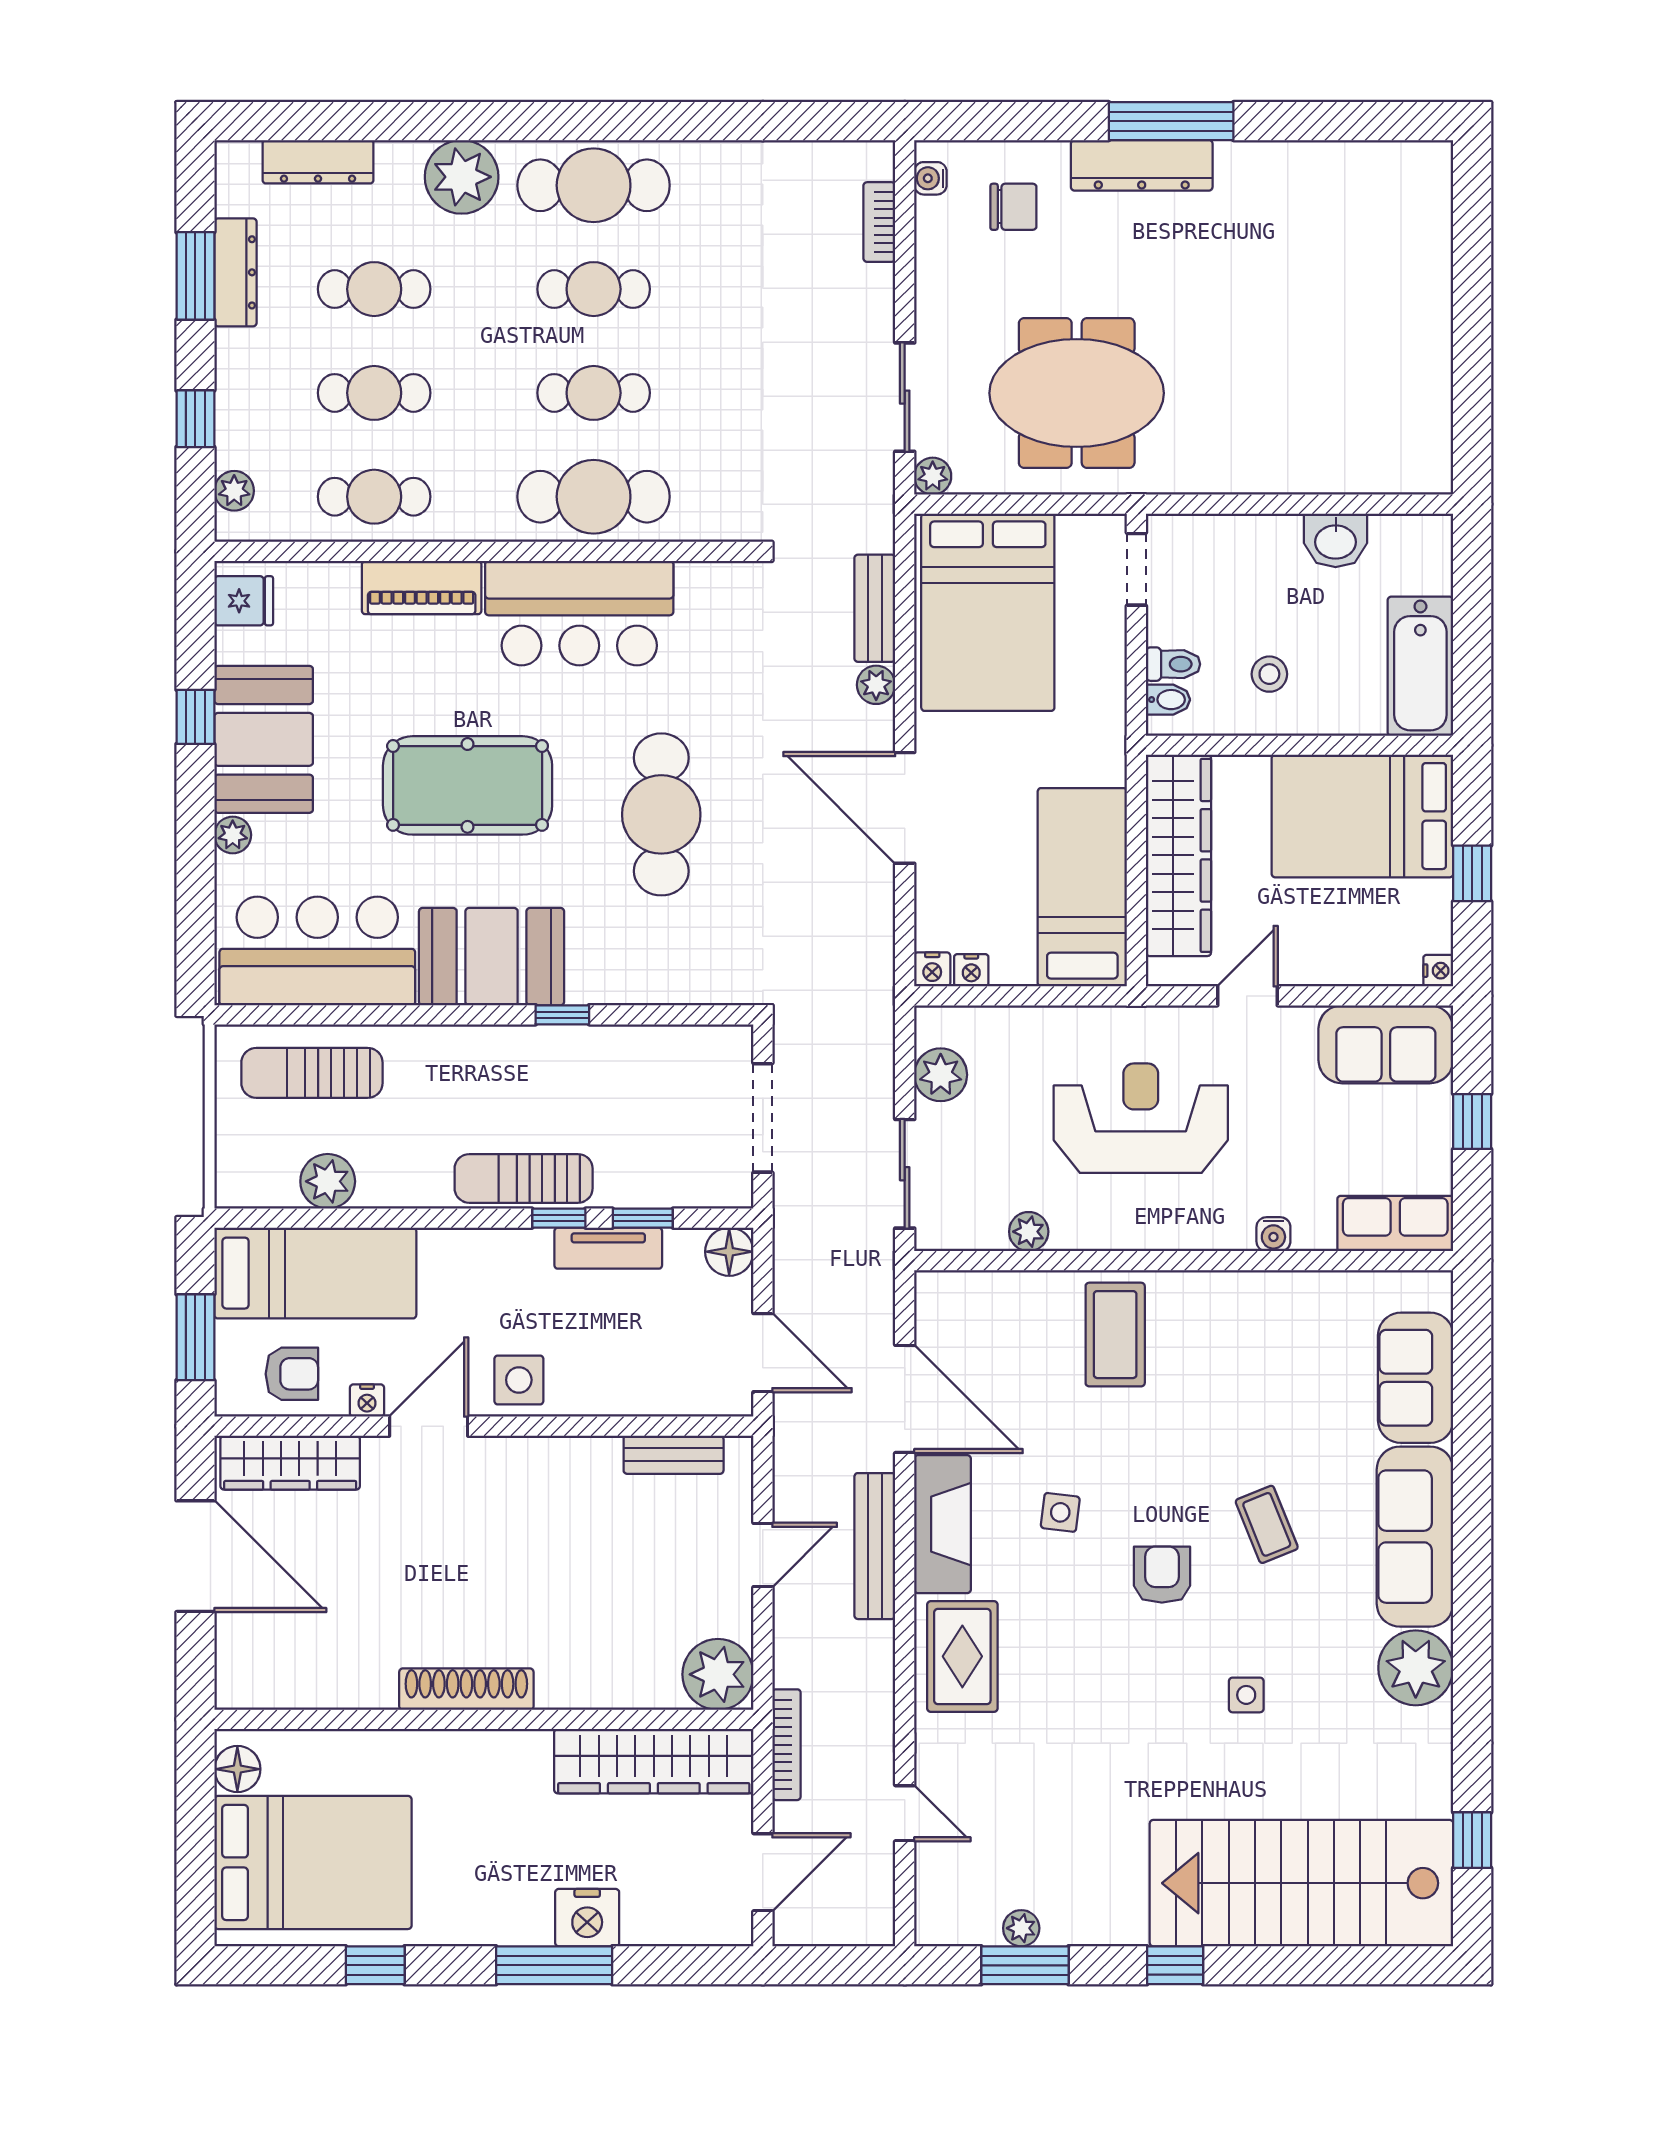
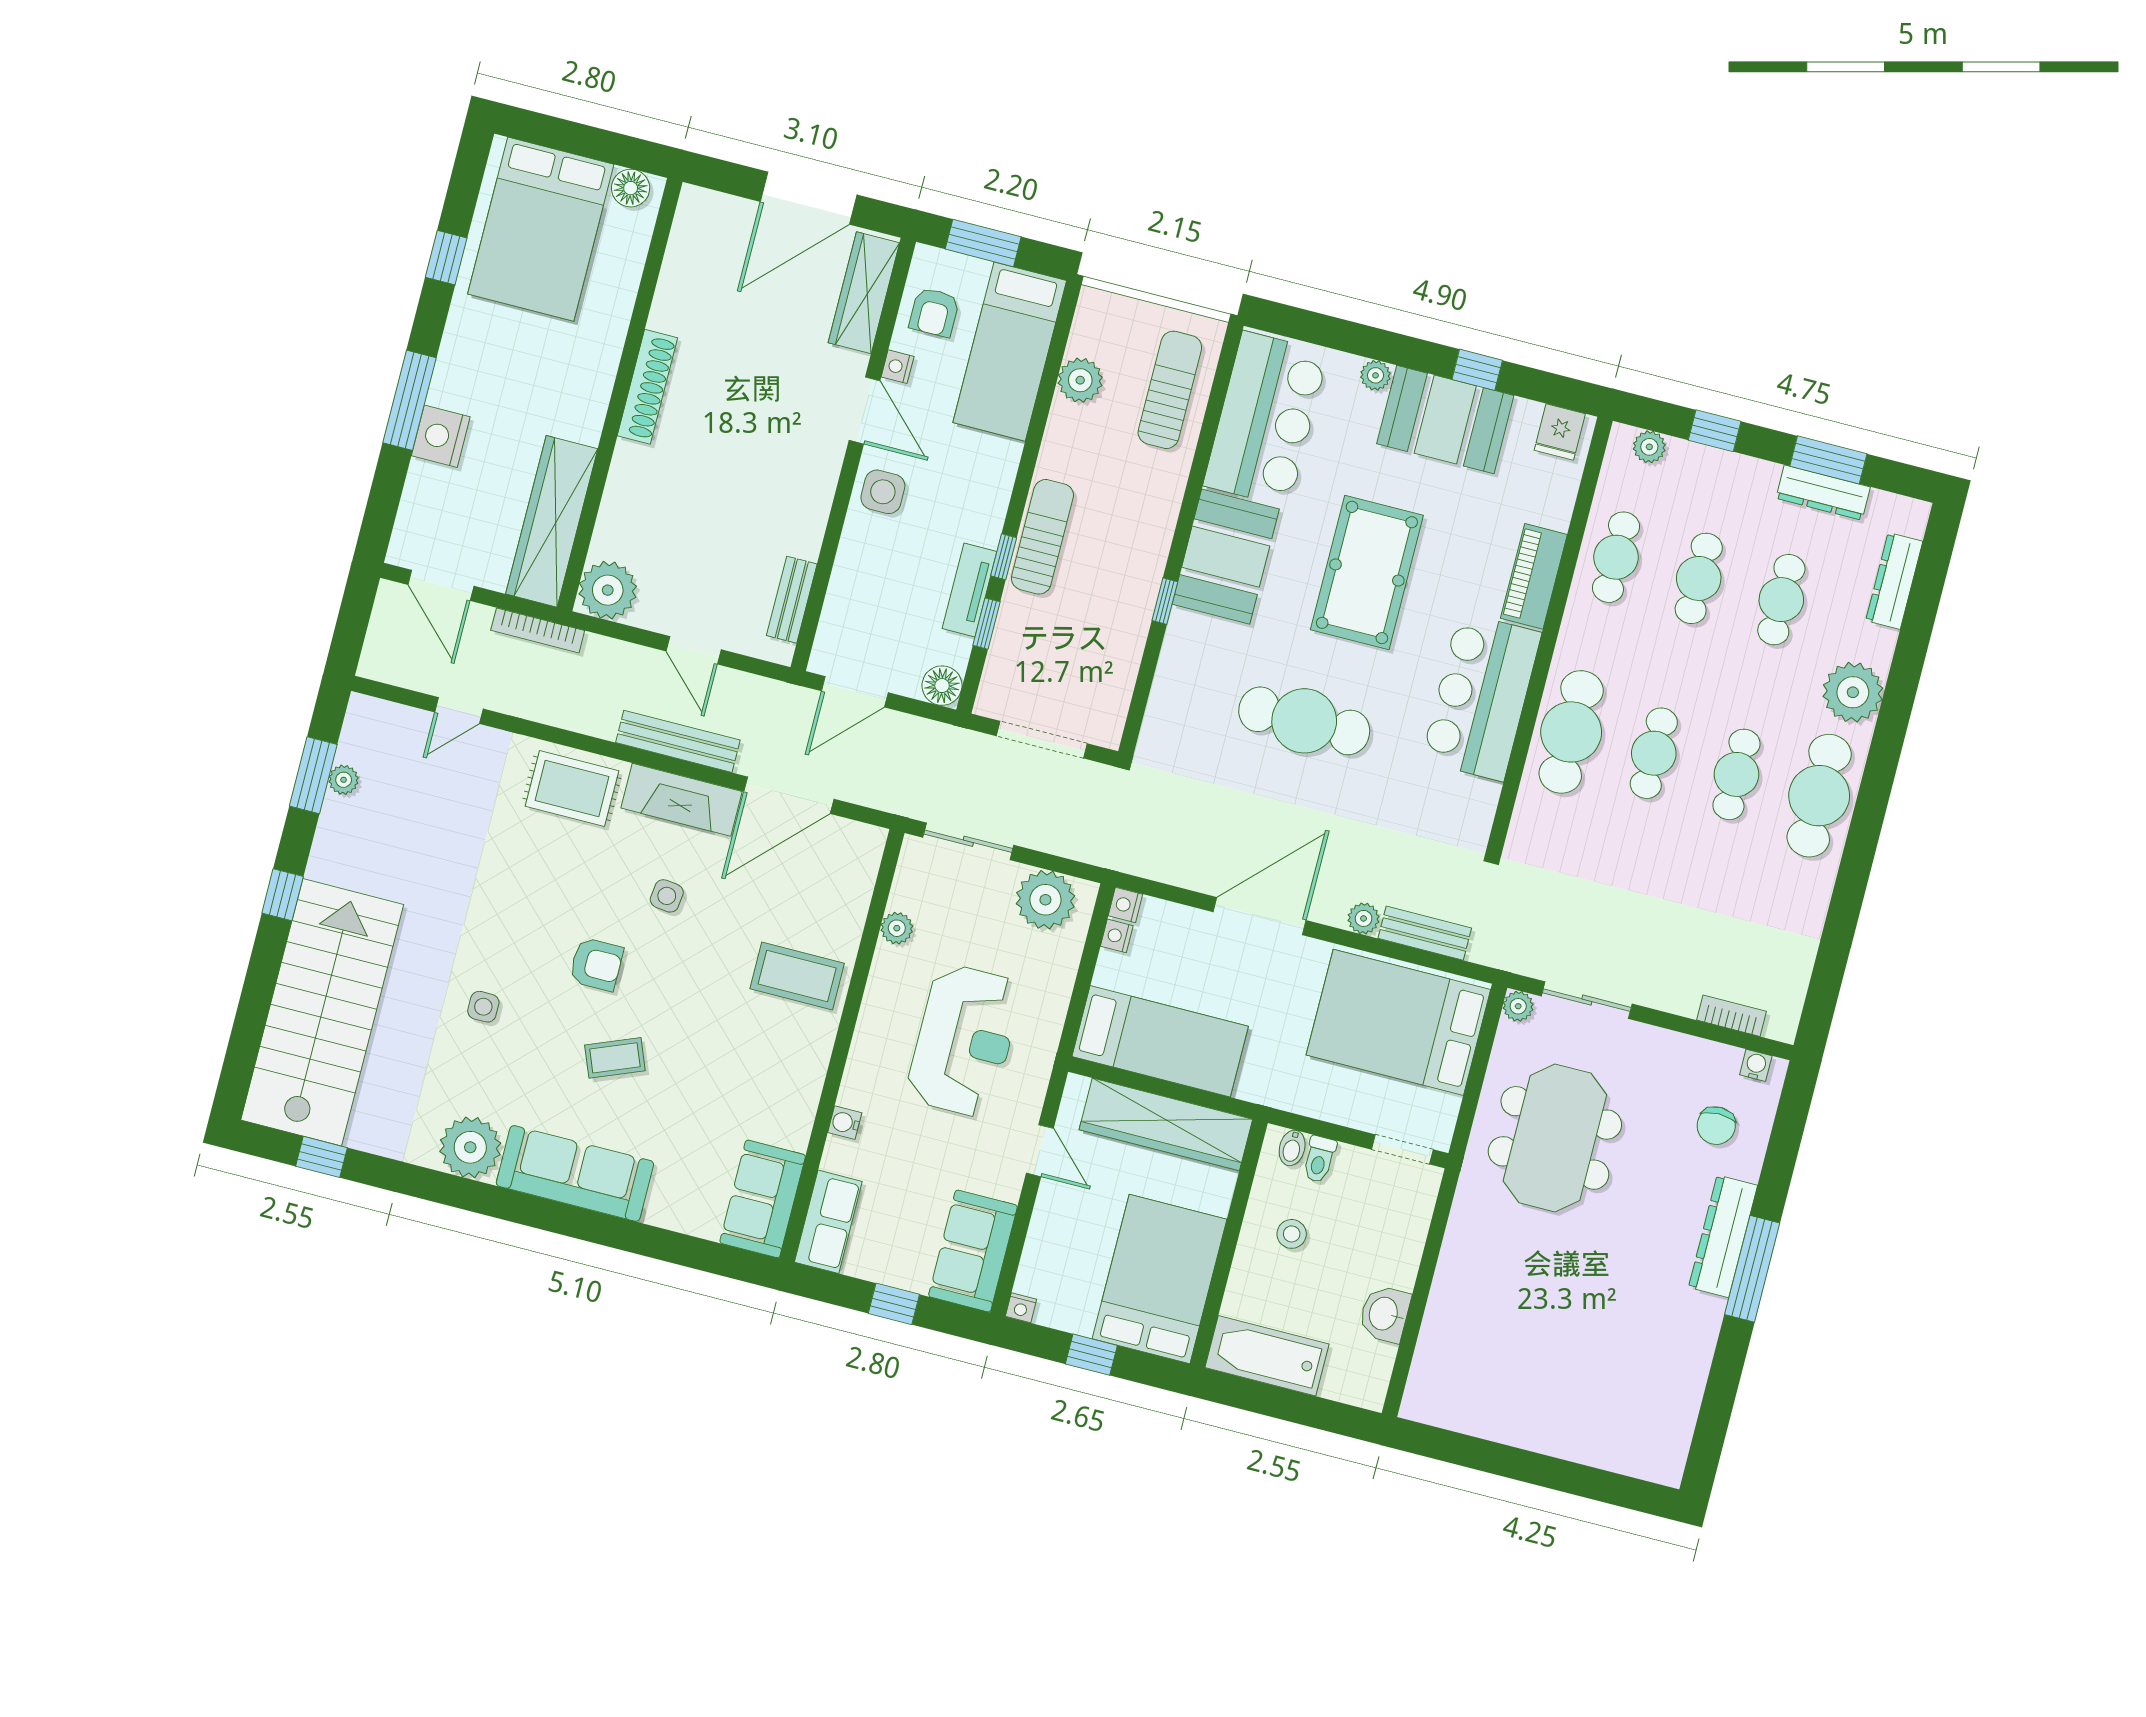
plant: (941, 1075) -> (1045, 900), width x1.36, depth x1.36
sofa: (1416, 1378) -> (763, 1199), moved, turned -90

